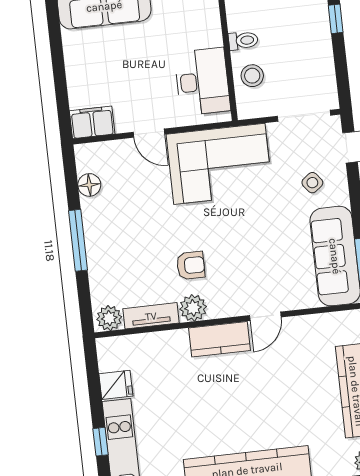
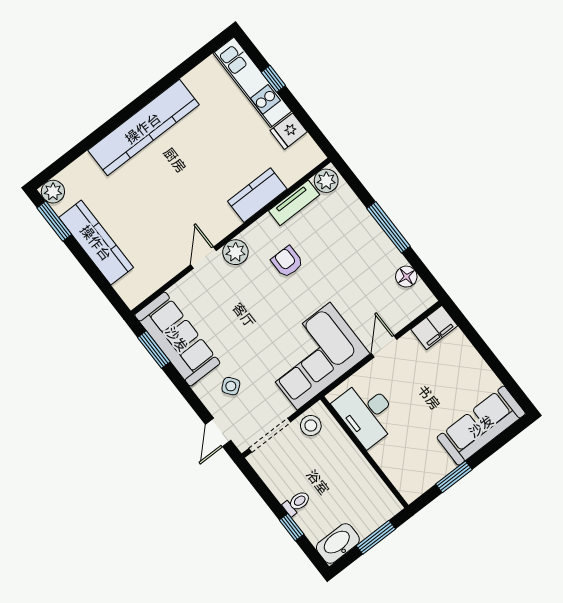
toilet: (243, 41) -> (297, 503), moved, turned 180
stool: (252, 76) -> (311, 426), moved
door: (149, 133) -> (384, 346), hinge flipped
armchair: (191, 265) -> (287, 262), turned 90
plant: (193, 308) -> (235, 252), moved
kitchen counter: (219, 339) -> (257, 195), moved

